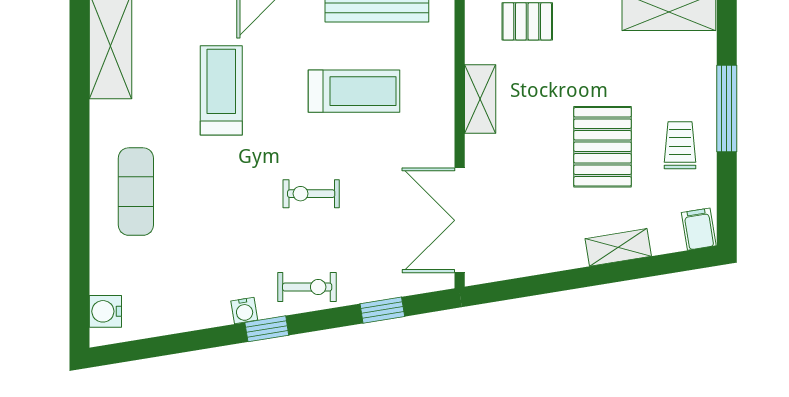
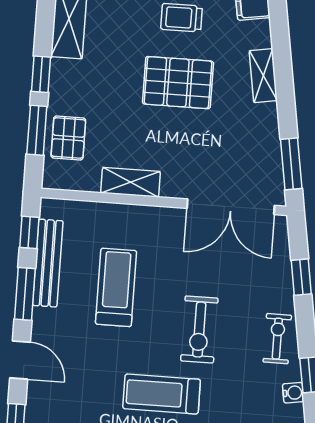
treadmill: (221, 90) -> (162, 394), moved
exercise bike: (311, 194) -> (199, 329), width x1.38, depth x1.39
window: (516, 288) -> (291, 164), added

